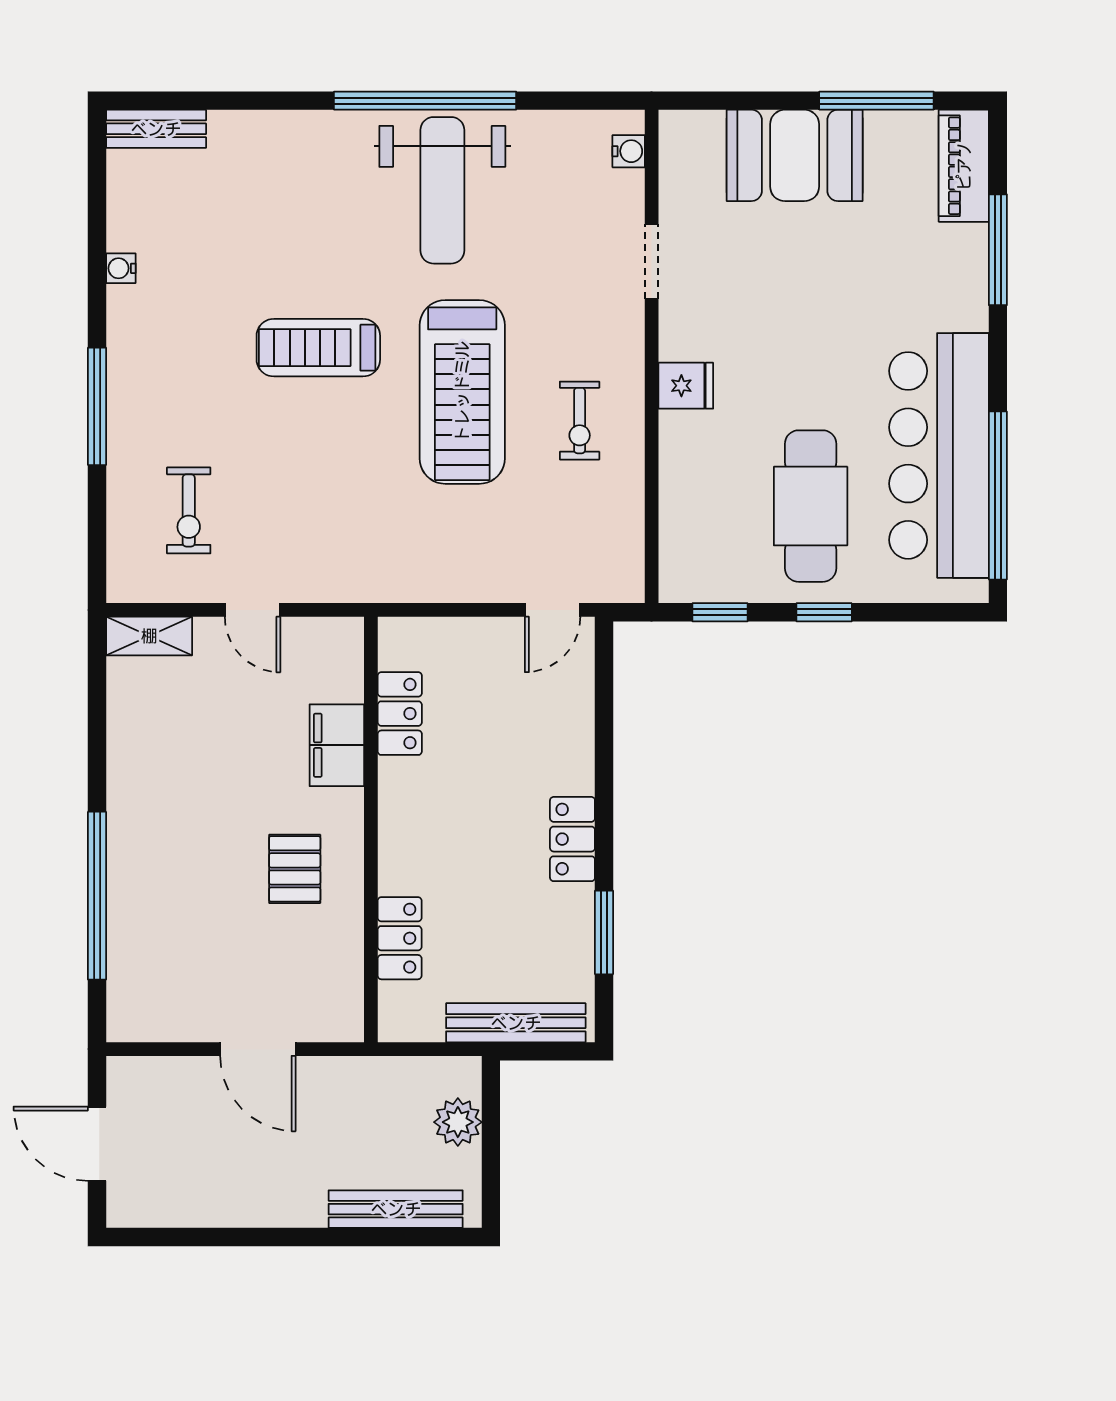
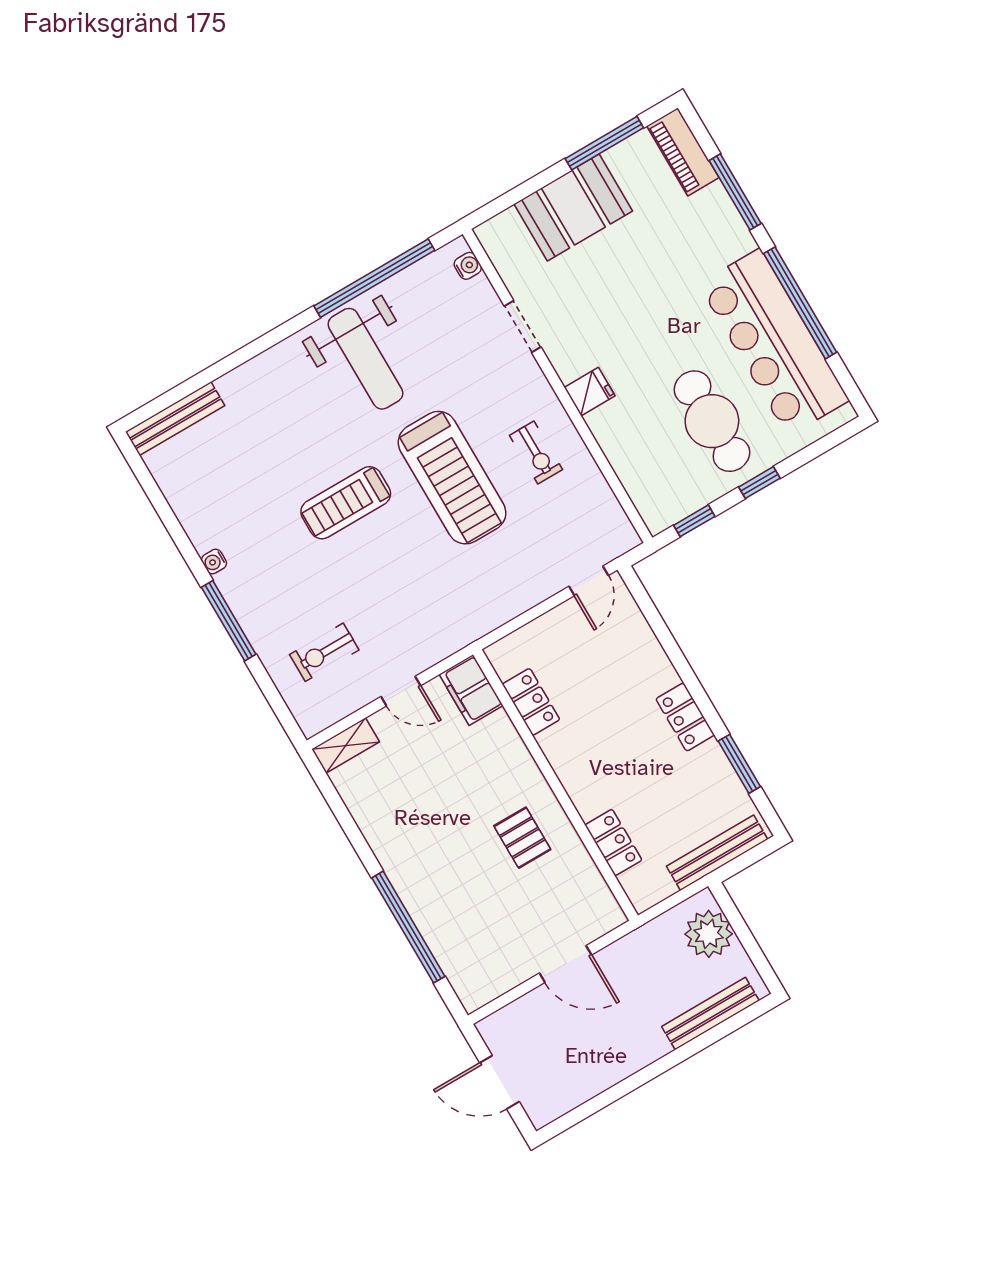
window: (425, 101) -> (374, 278), moved
bench: (156, 129) -> (175, 419), width x1.36
water cooler: (121, 268) -> (214, 562), moved
window: (998, 496) -> (800, 303), moved
exercise bike: (189, 510) -> (324, 652), turned 90
filing cabinet: (337, 745) -> (471, 690), moved
plant: (458, 1122) -> (709, 934), width x1.36, depth x1.36

